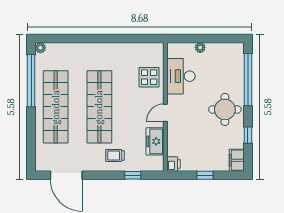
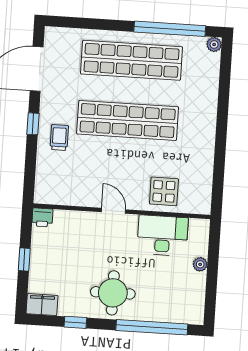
freezer: (155, 141) -> (75, 194), removed
window: (133, 175) -> (33, 124), moved

